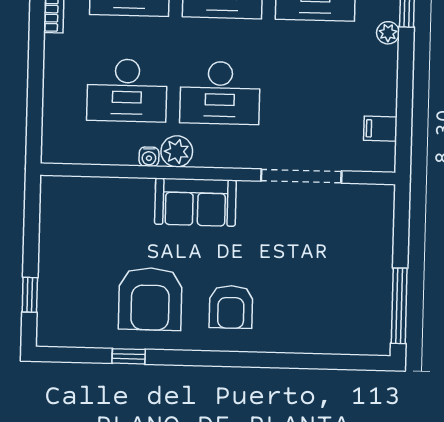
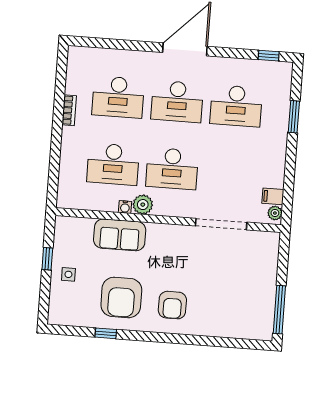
plant: (388, 33) -> (275, 213), moved
sofa: (195, 202) -> (120, 235), moved
side table: (65, 267) -> (68, 274), added
window: (30, 295) -> (47, 259), moved

